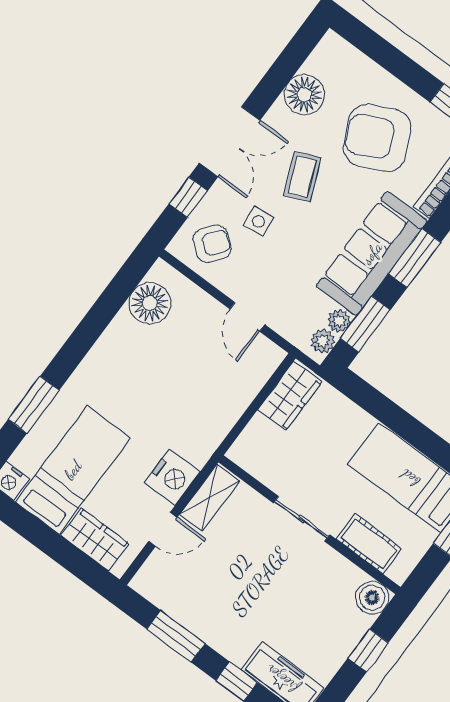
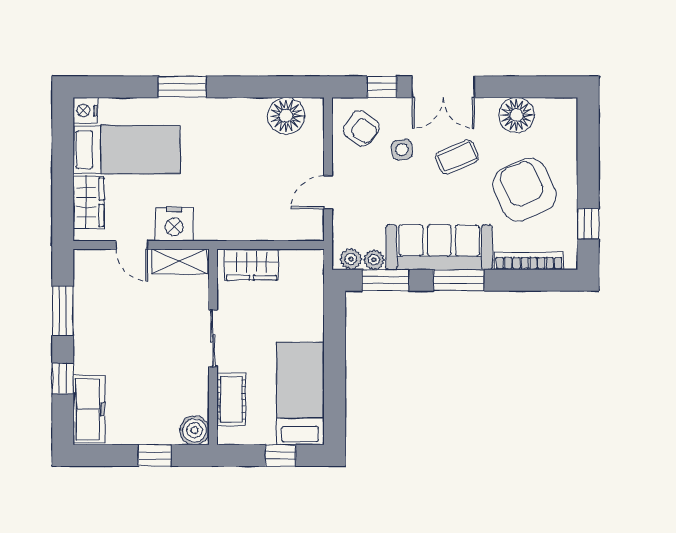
wardrobe: (290, 396) -> (251, 265), moved
window: (34, 405) -> (182, 87), moved

